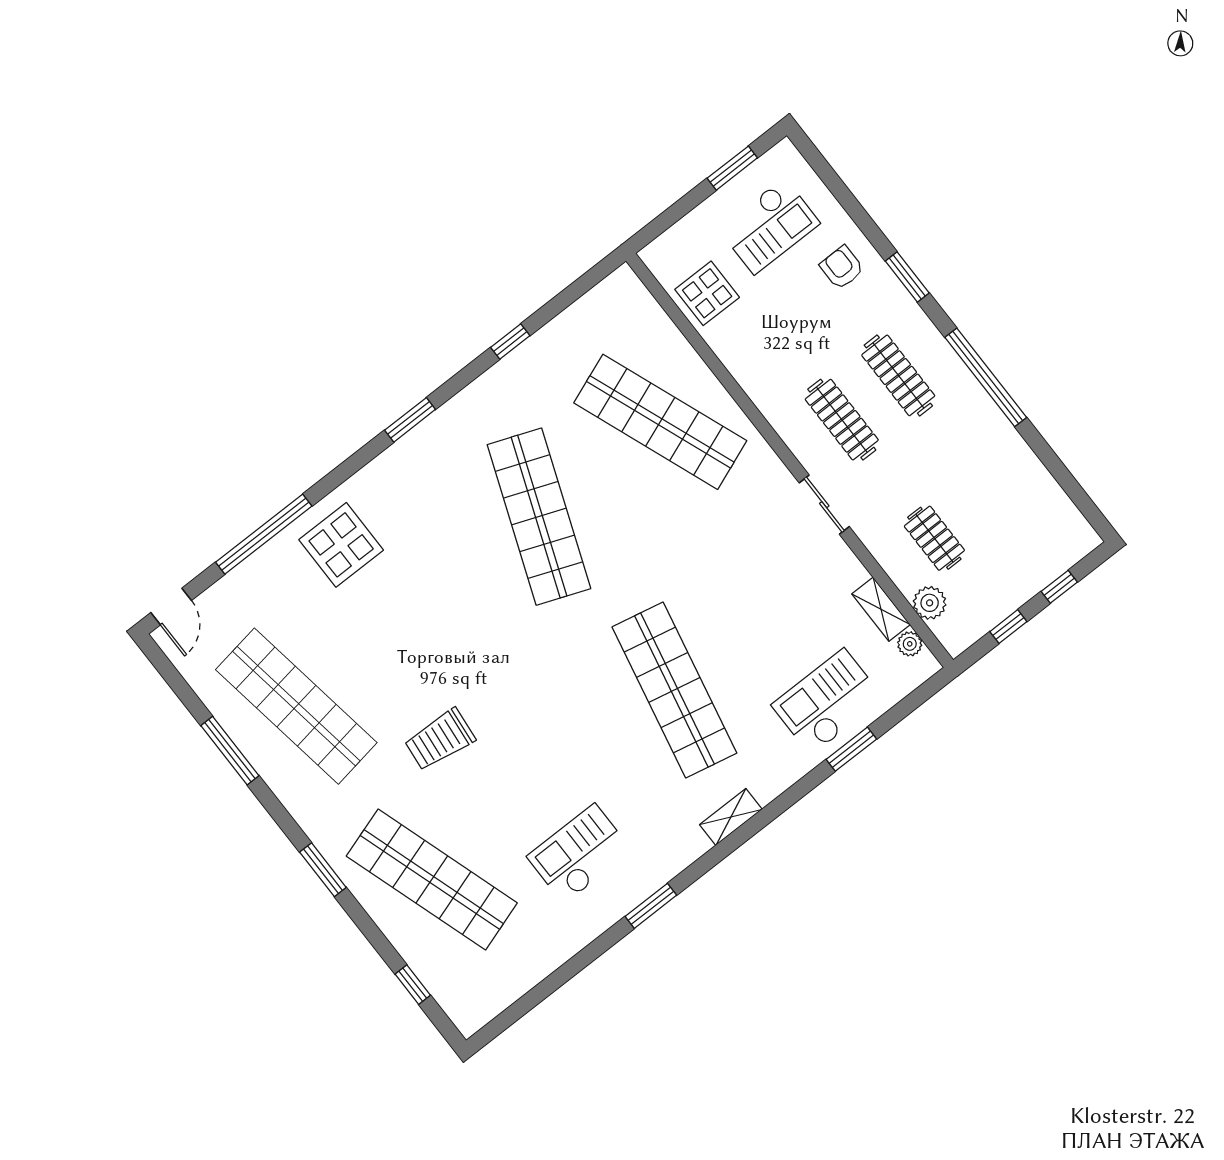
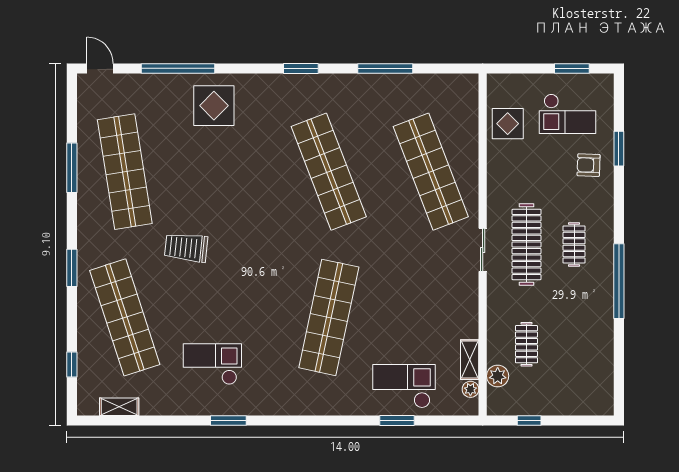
armchair: (842, 268) -> (589, 165), turned -88
window: (907, 277) -> (619, 149), moved
window: (510, 342) -> (385, 68), width x2.17
clothes rail: (898, 375) -> (574, 244), width x0.73
clothes rail: (842, 420) -> (526, 244), width x1.37, depth x1.31
sliding door: (824, 505) -> (483, 250), moved
shop shelf: (539, 517) -> (329, 172), turned -42
window: (1059, 587) -> (572, 420), removed
door: (171, 607) -> (100, 68), swing flipped
shelving: (731, 817) -> (119, 407), moved

